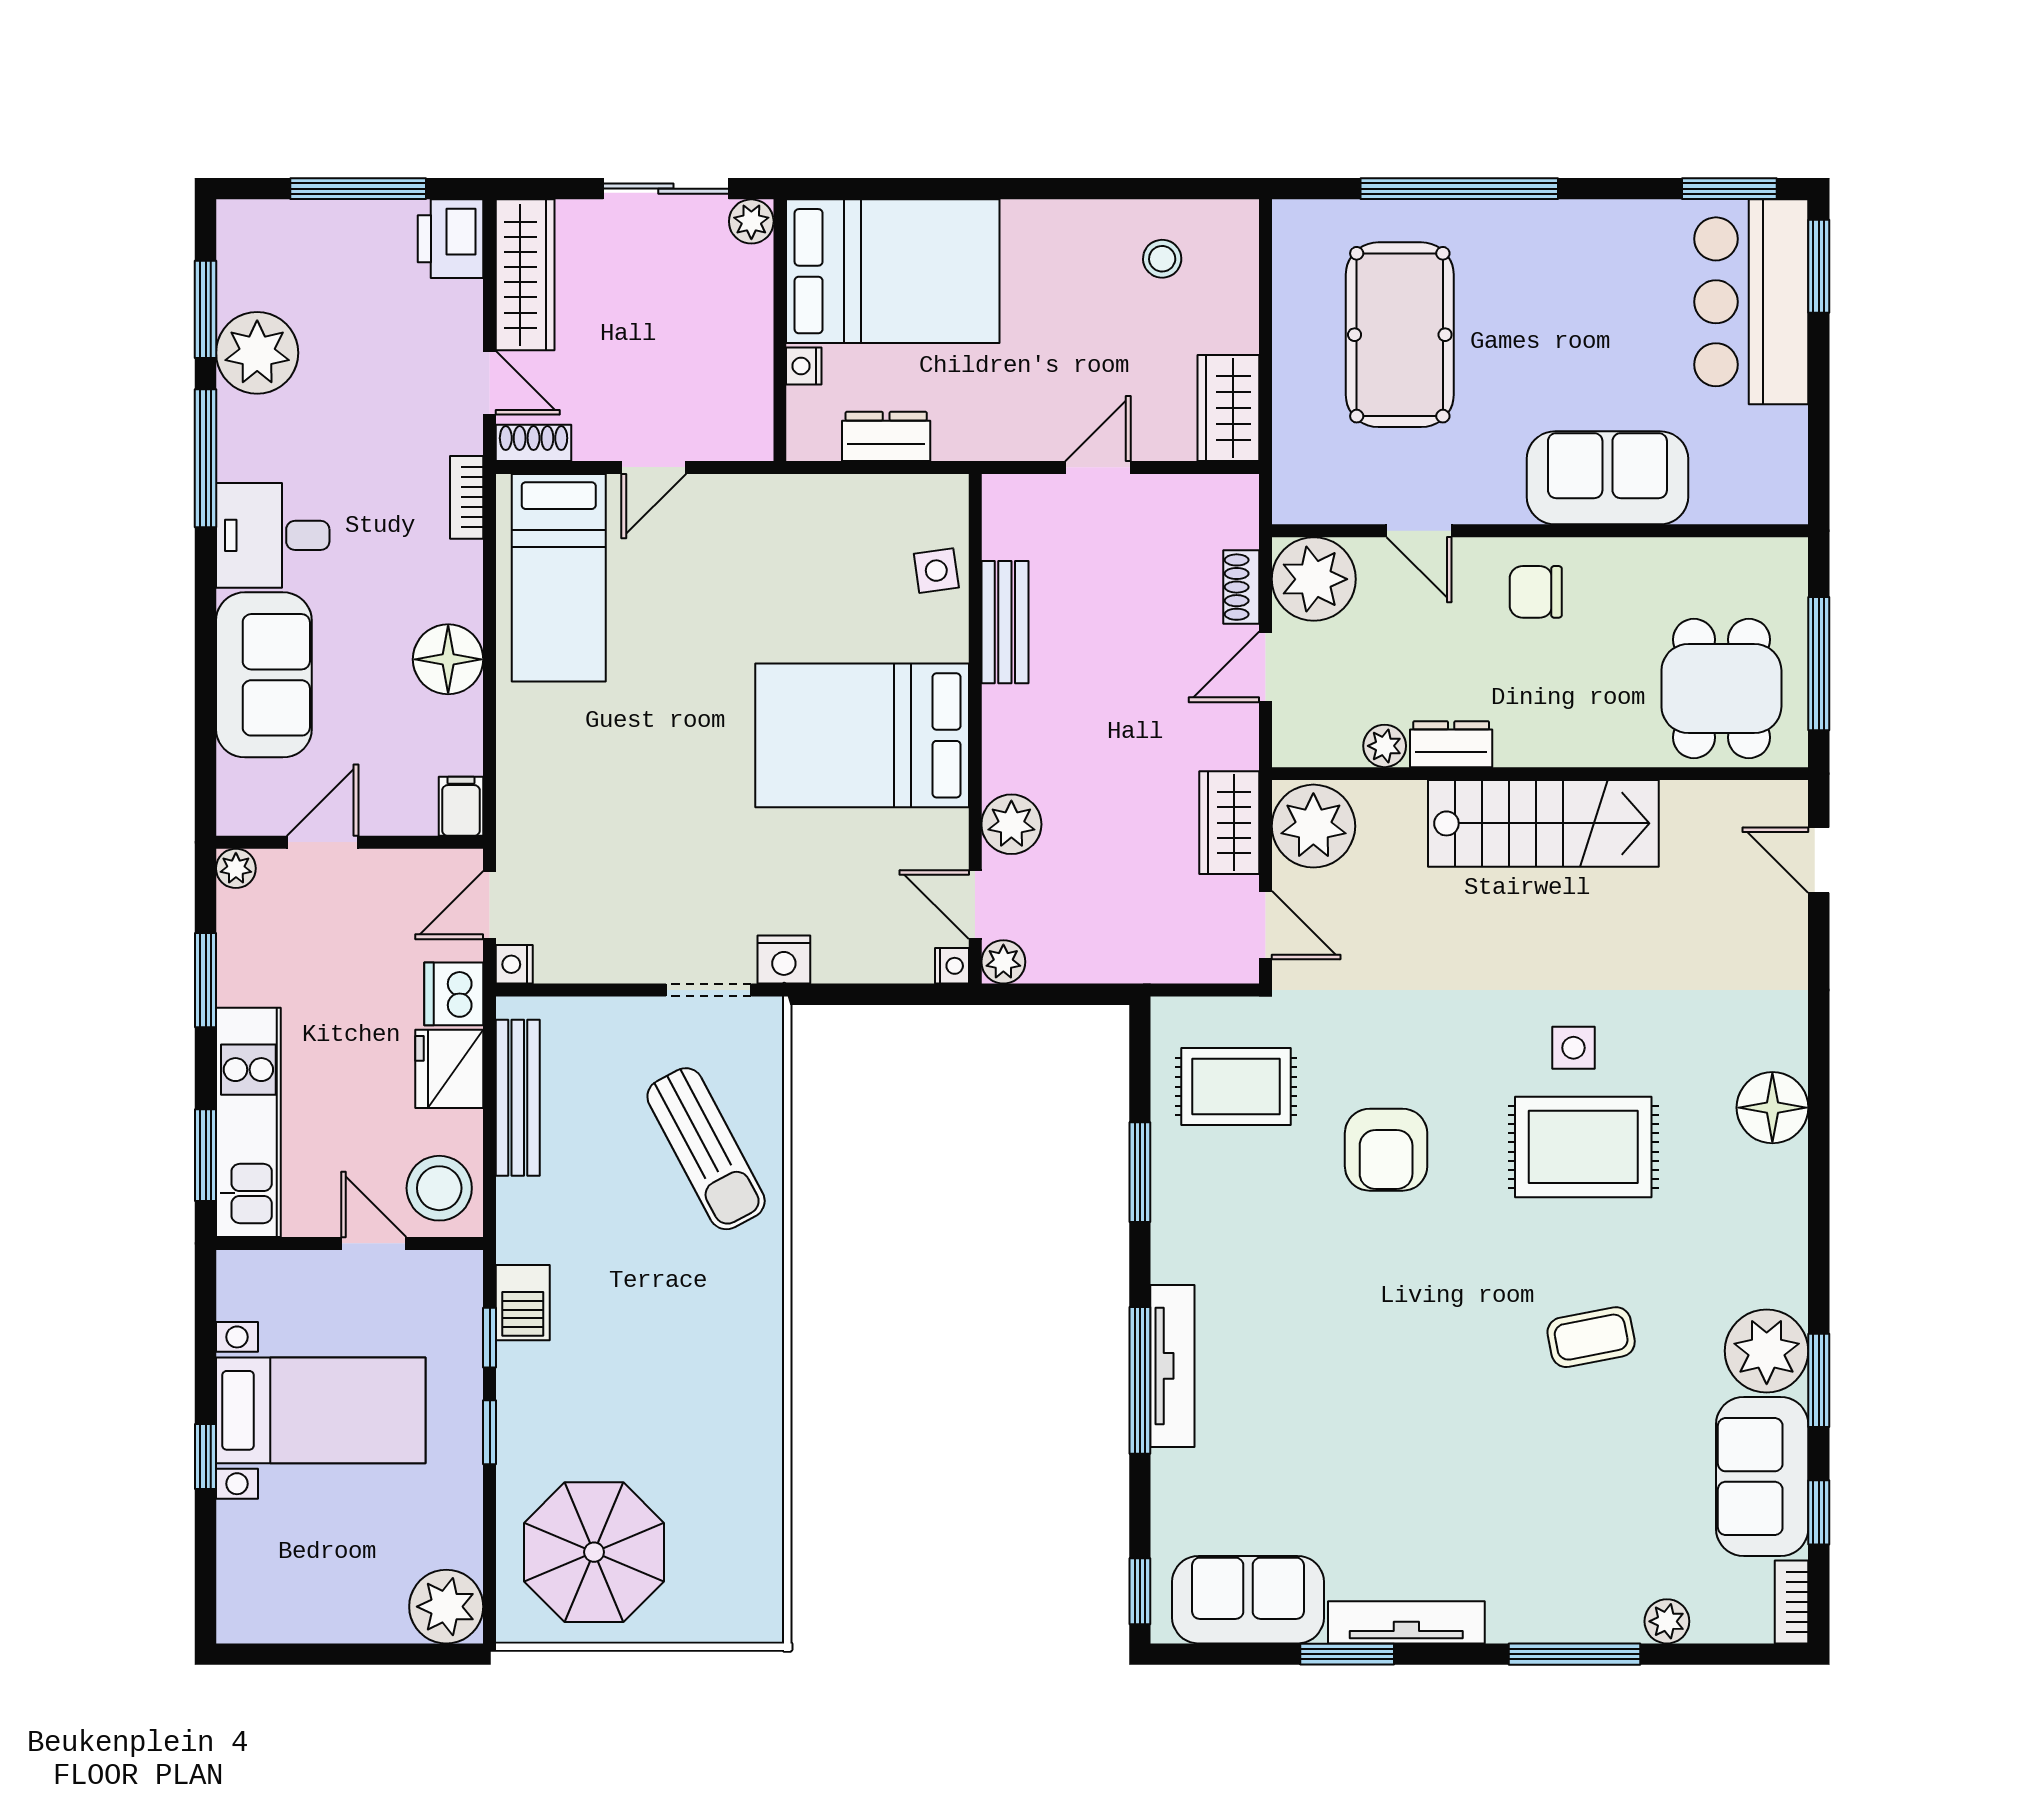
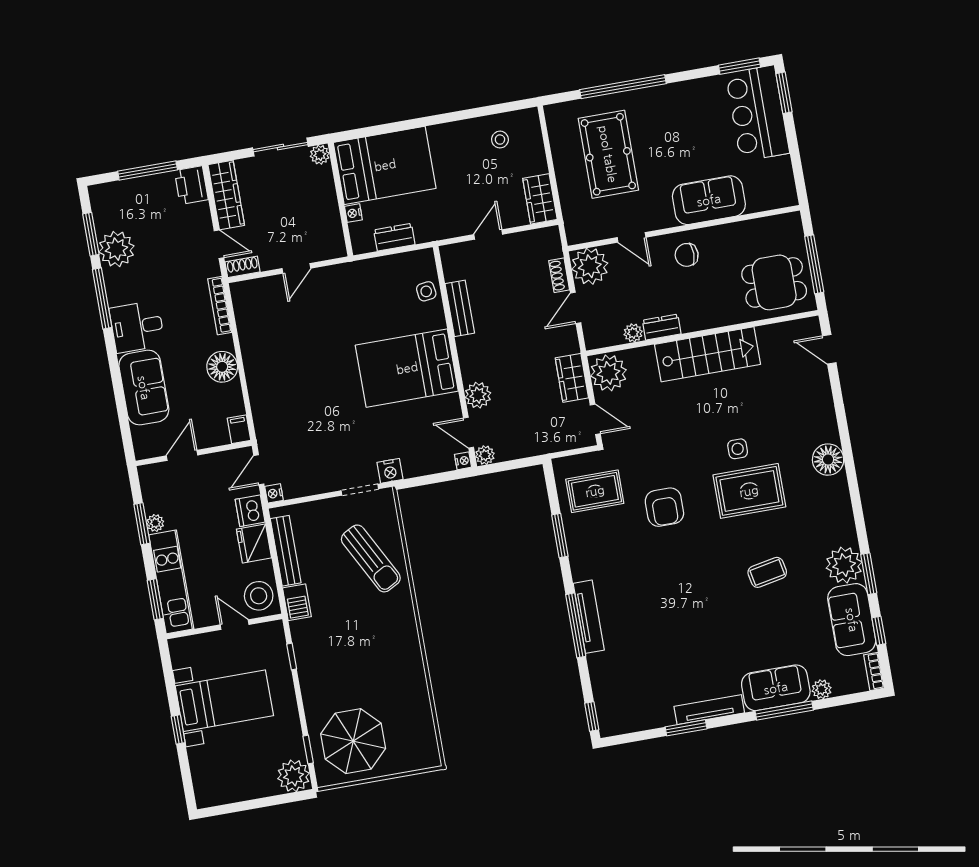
bookcase: (467, 497) -> (220, 306), width x1.56
bed: (559, 578) -> (264, 323), removed
dining table: (1721, 689) -> (774, 282), turned 90
plant: (236, 868) -> (155, 523), moved
barbecue: (523, 1303) -> (297, 602), moved
window: (490, 1432) -> (308, 749), moved
sofa: (1248, 1600) -> (776, 688), moved

